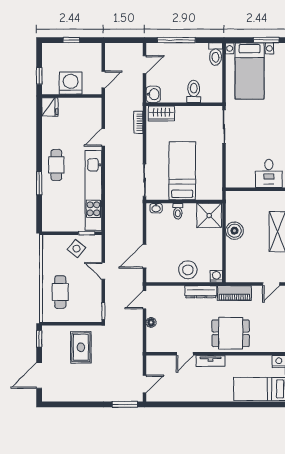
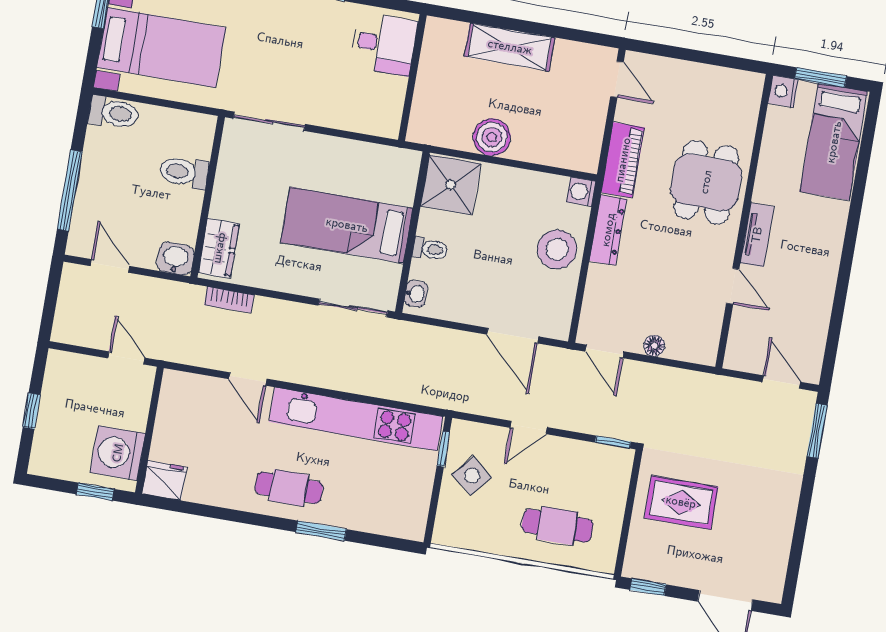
washing machine: (71, 83) -> (118, 453), moved

